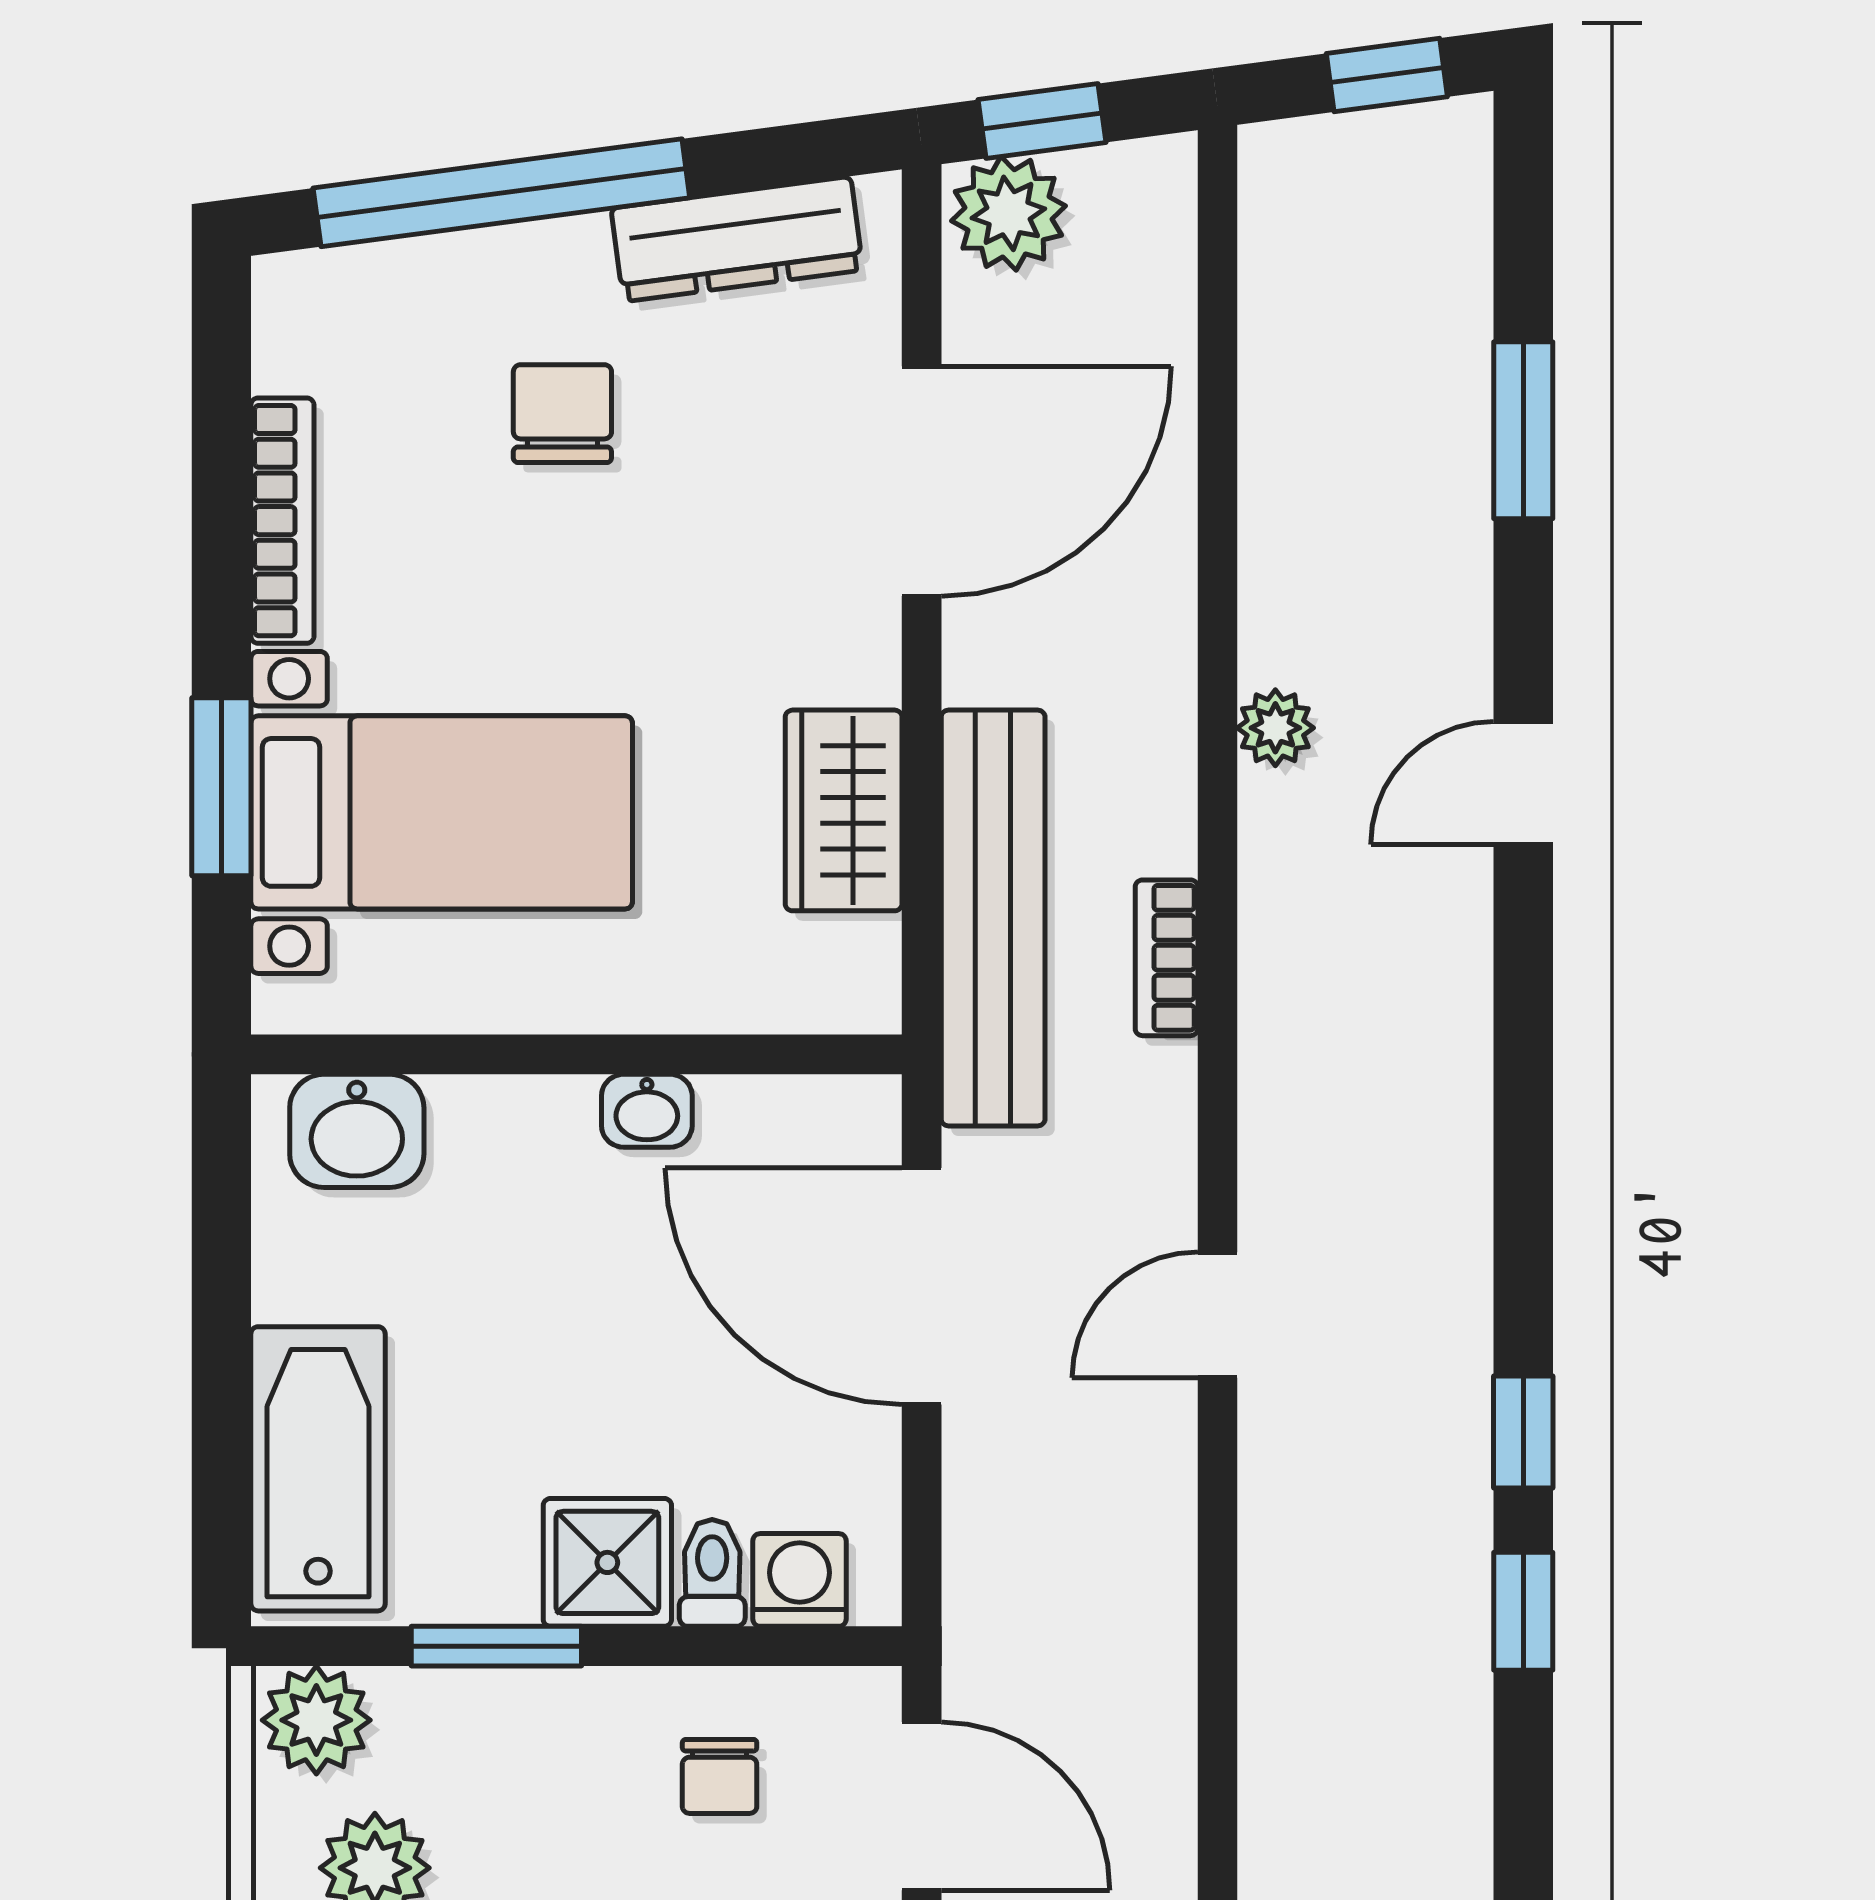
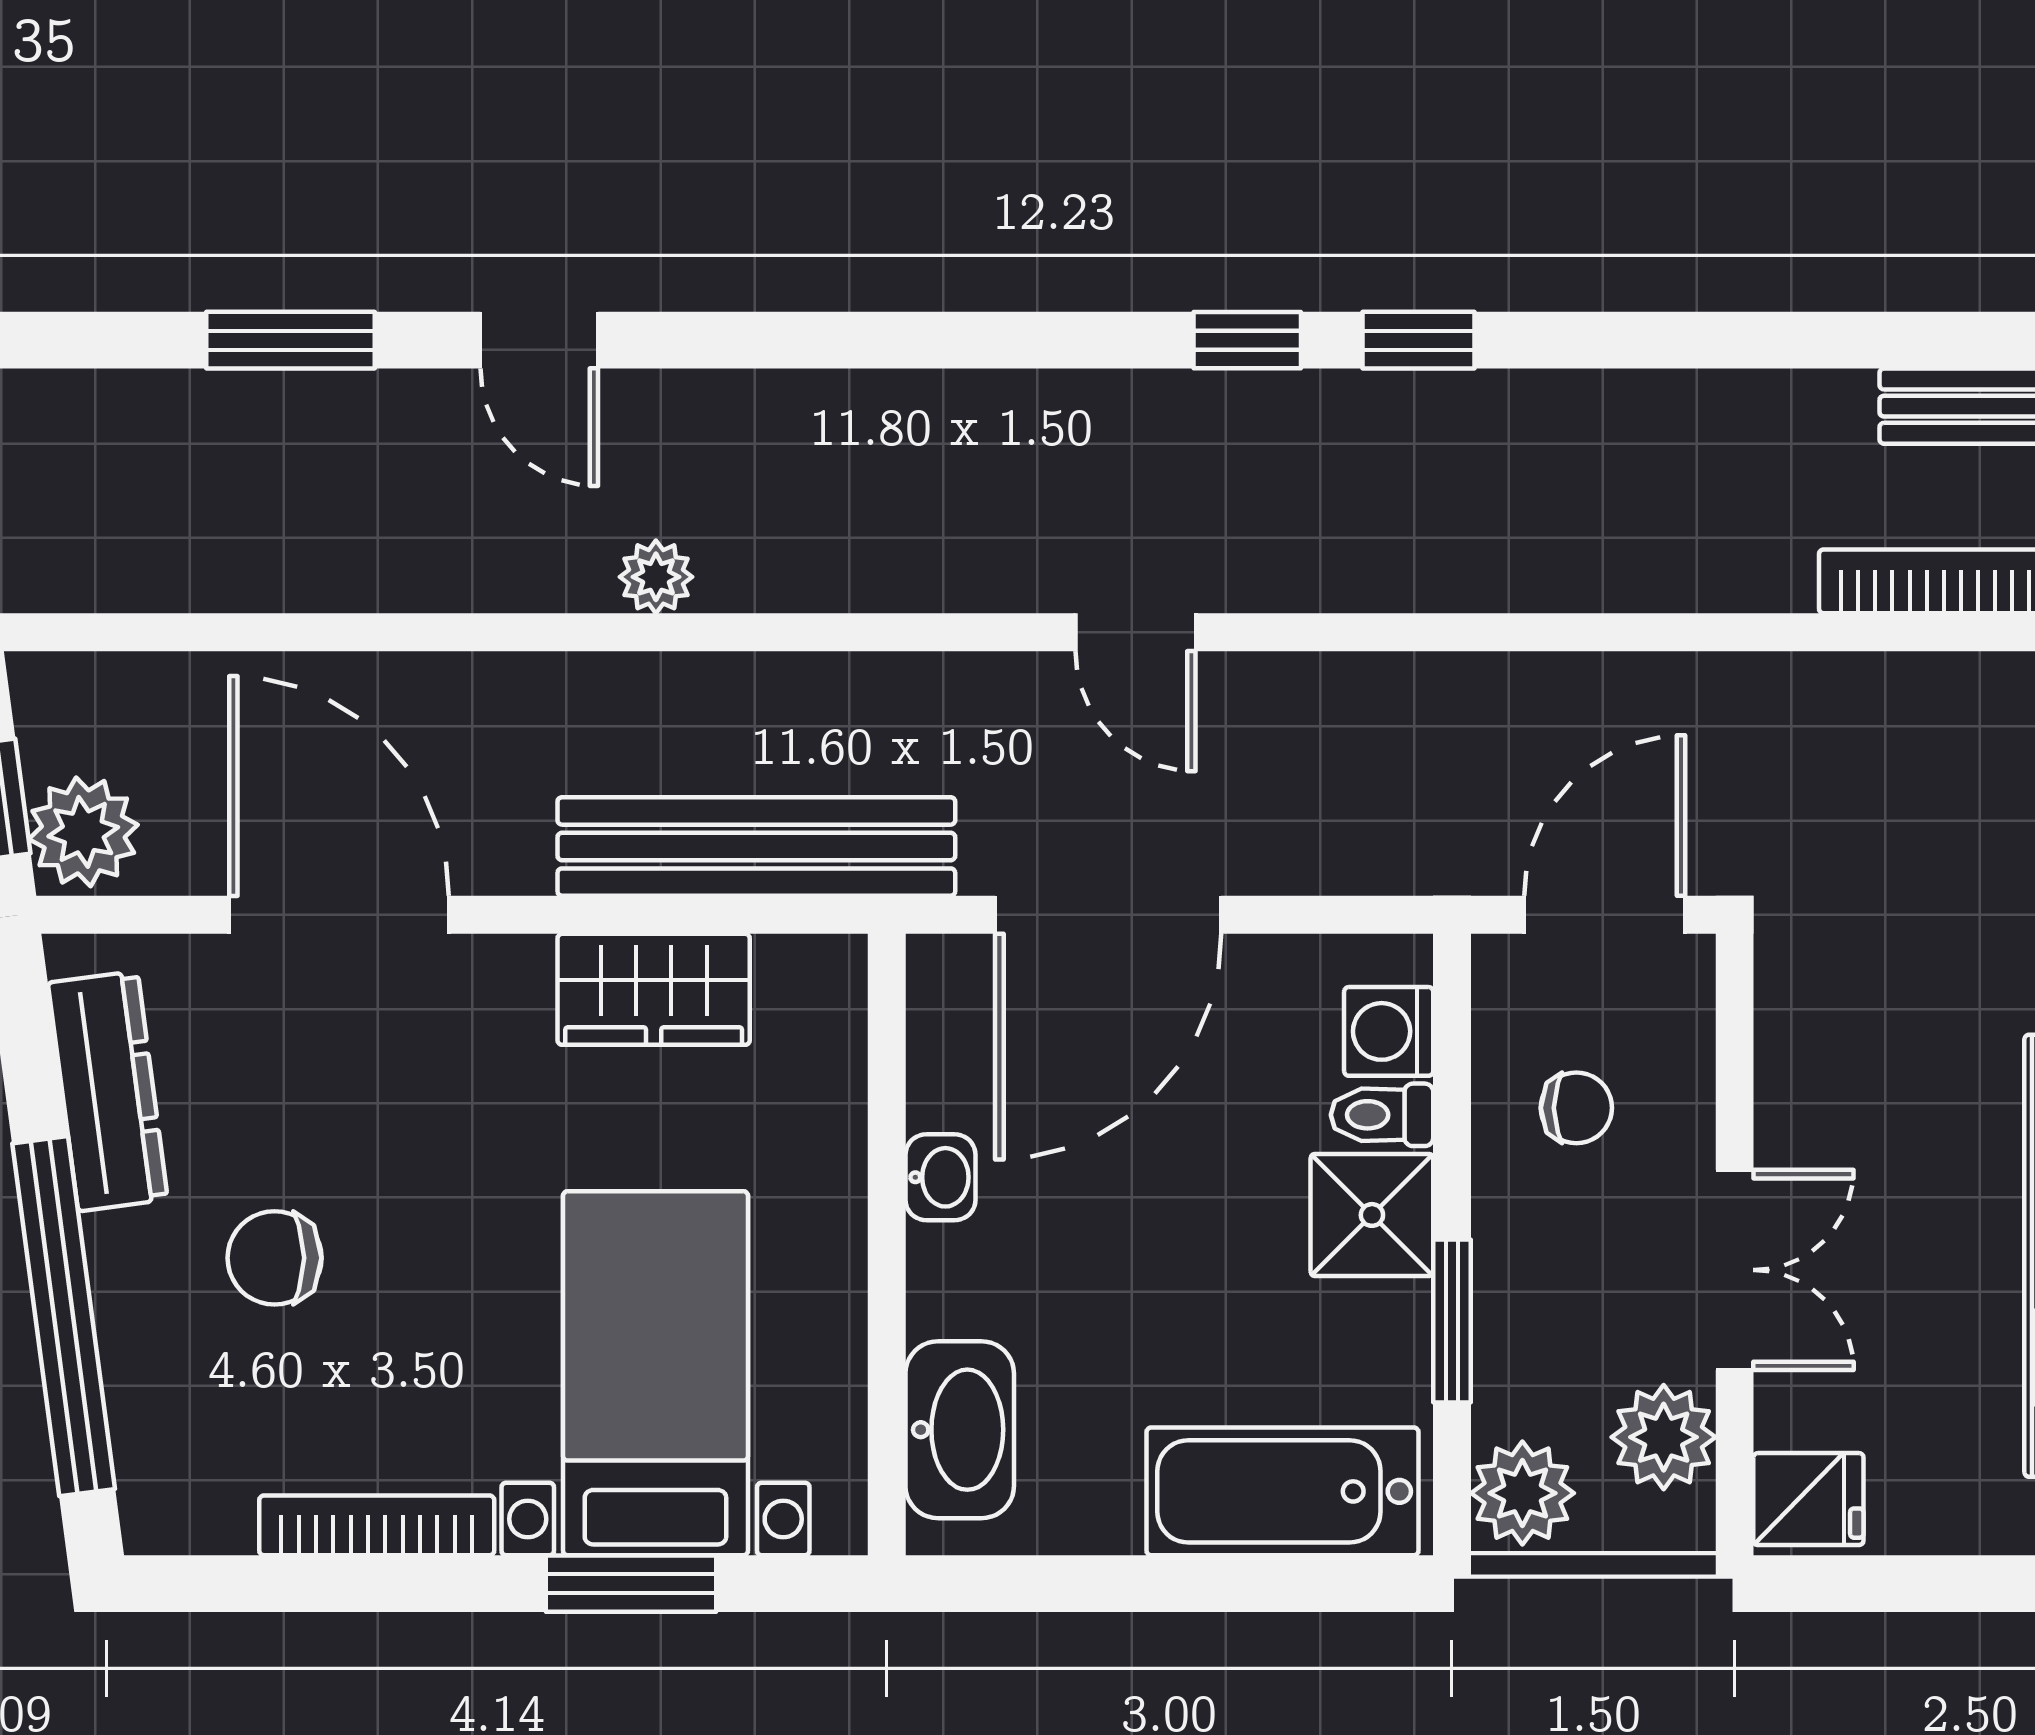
plant: (1275, 728) -> (656, 577), moved
door: (1523, 783) -> (539, 340), moved
bookcase: (1167, 958) -> (794, 681), removed
washbasin: (357, 1131) -> (960, 1430), width x1.38

